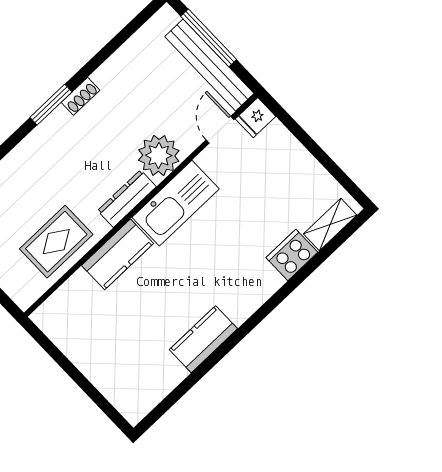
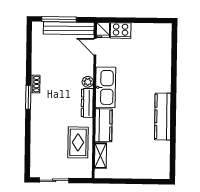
plant: (159, 155) -> (88, 82), width x0.53, depth x0.53
shelving: (330, 224) -> (101, 156), moved
cooker: (292, 255) -> (121, 31), moved, turned -90
kitchen counter: (203, 339) -> (163, 116), width x1.50

